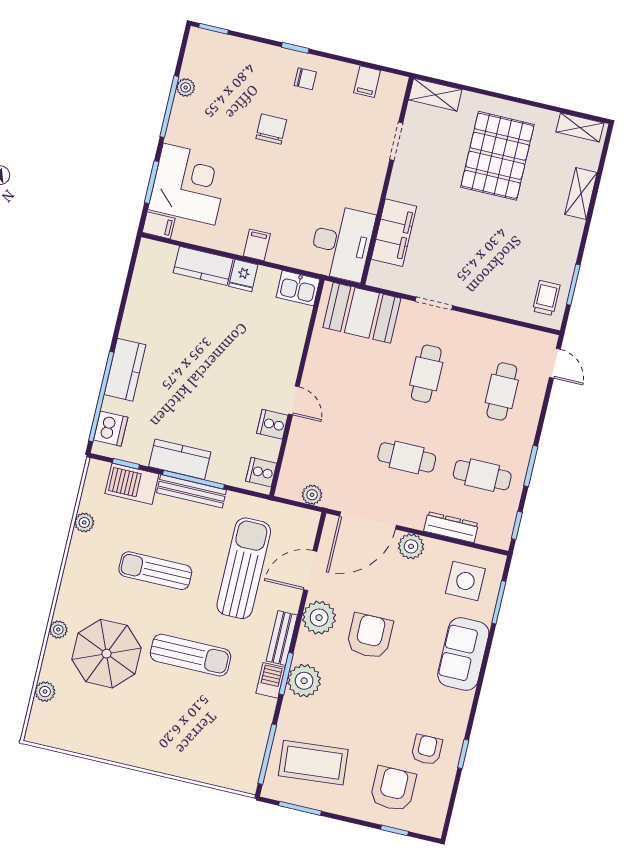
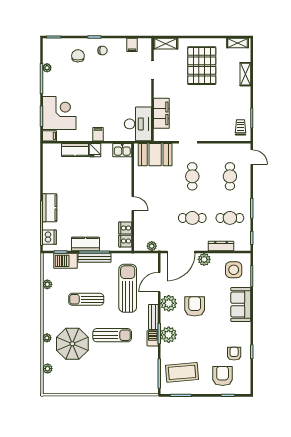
chair: (271, 129) -> (78, 56), moved
cooker: (272, 424) -> (125, 228), moved

